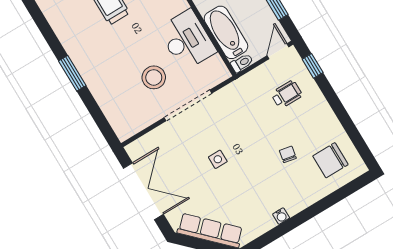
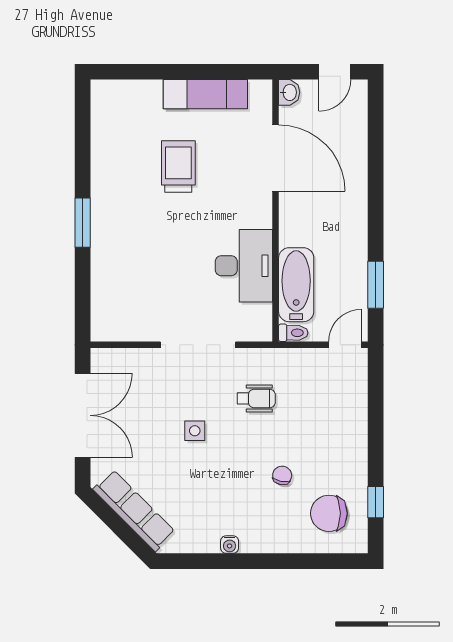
window: (313, 66) -> (376, 502), moved
stool: (154, 77) -> (177, 286), removed
wheelchair: (287, 94) -> (256, 398), moved

